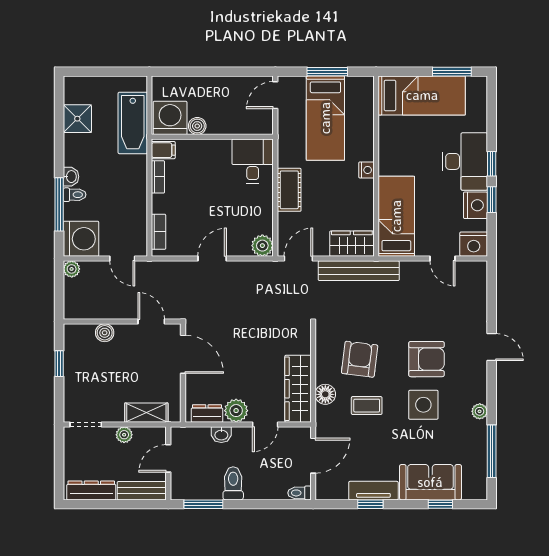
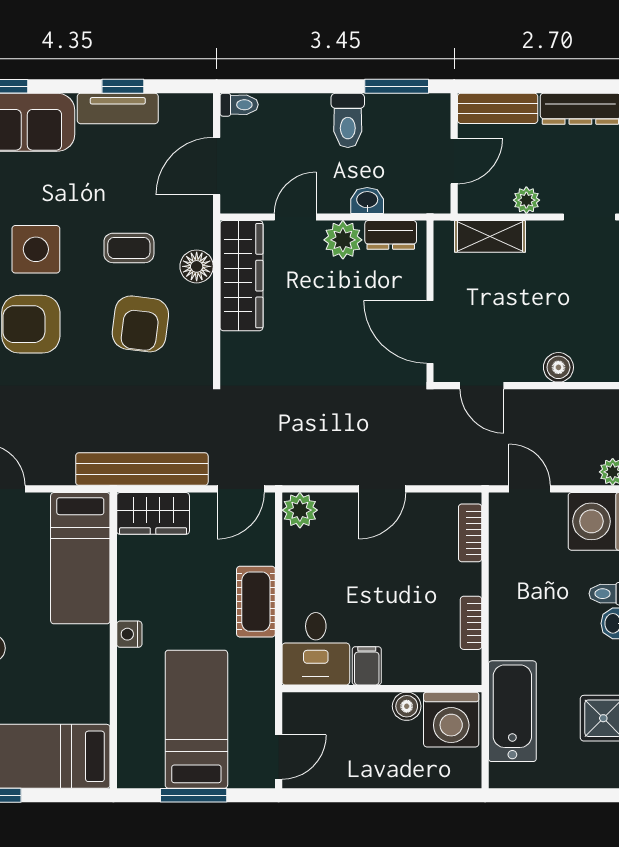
filing cabinet: (163, 150) -> (367, 666), moved, turned 90

